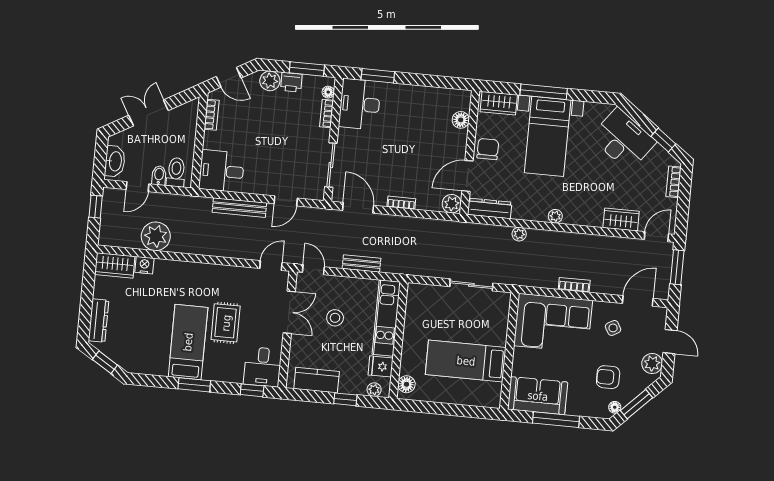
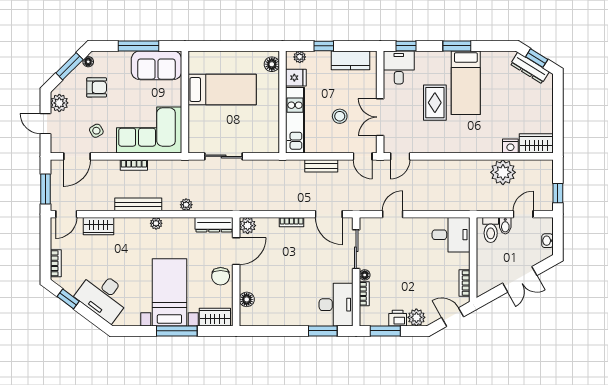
floor lamp: (328, 92) -> (365, 275), moved
washbasin: (115, 161) -> (547, 241), width x0.52, depth x0.69
bench: (239, 208) -> (138, 204), moved
dresser: (98, 321) -> (530, 68), moved, turned -58

